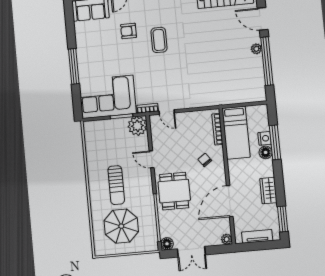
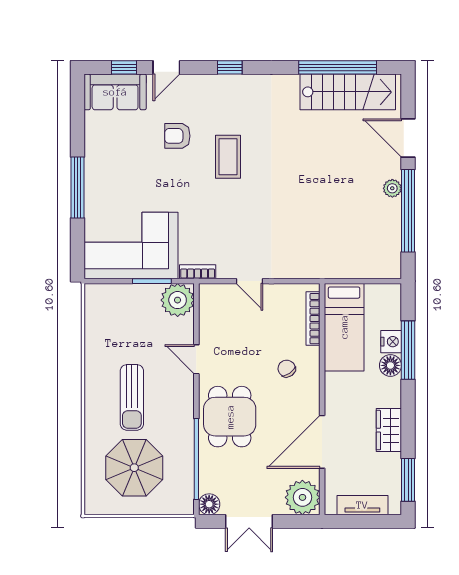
door: (167, 112) -> (250, 281), moved
plant: (227, 239) -> (302, 497), width x1.88, depth x1.88

